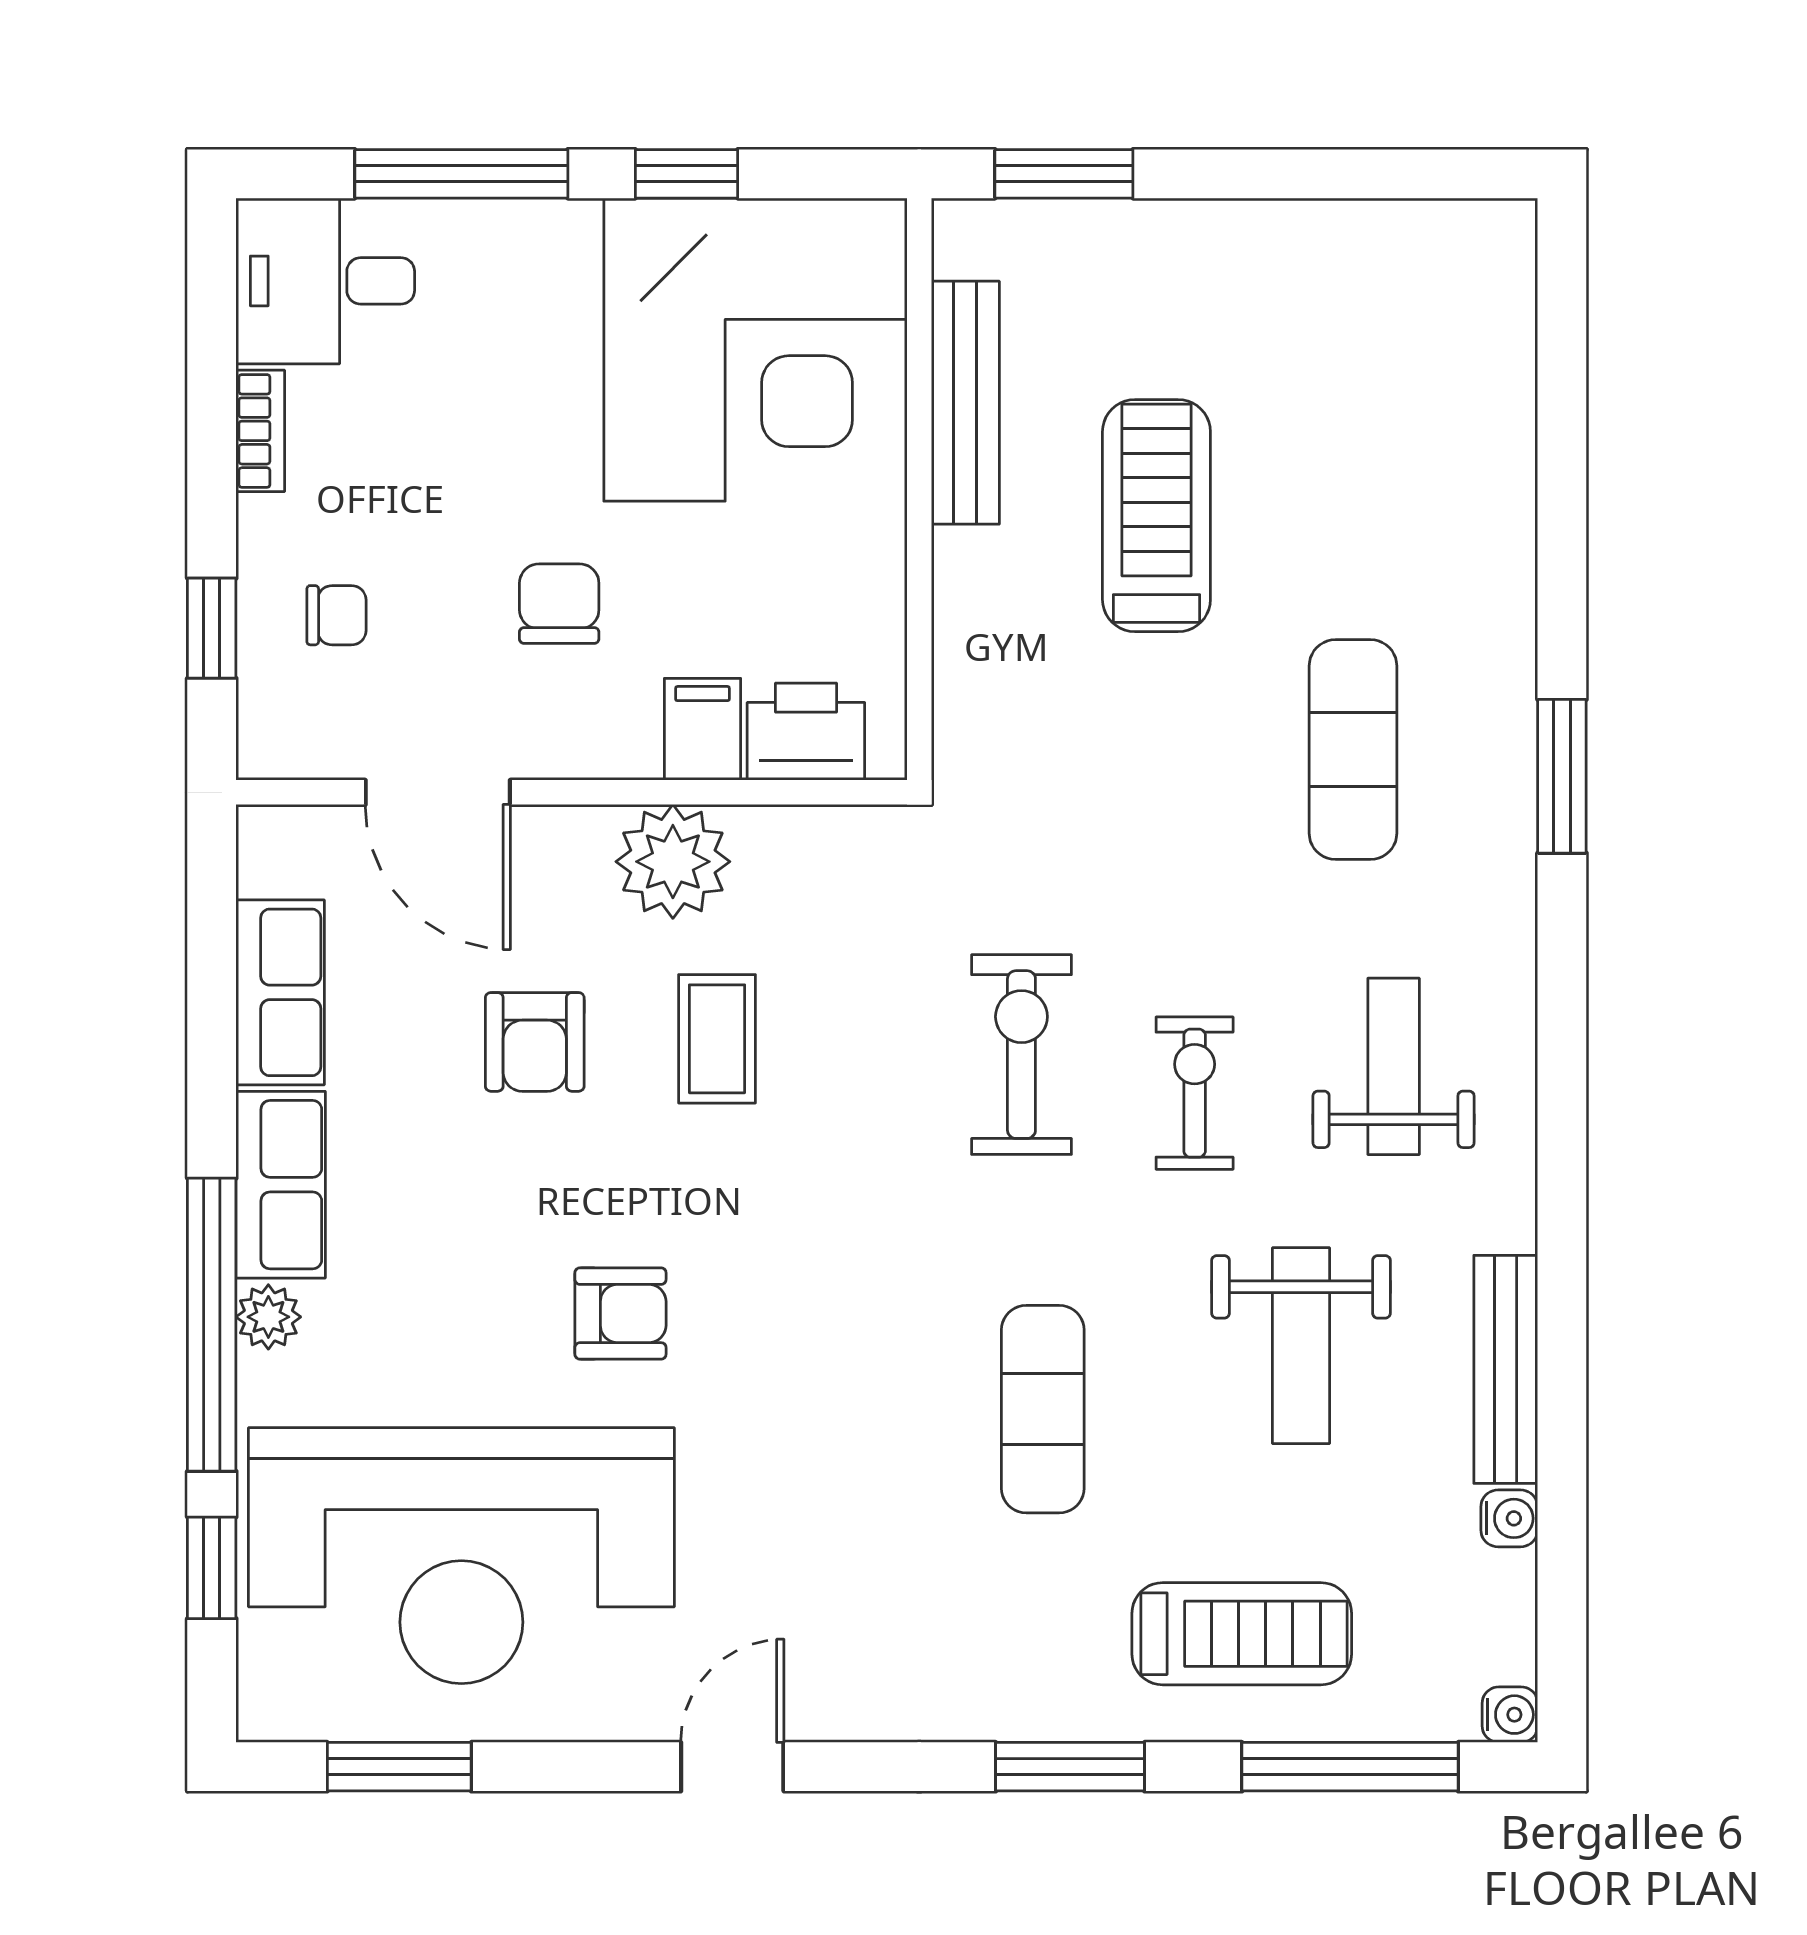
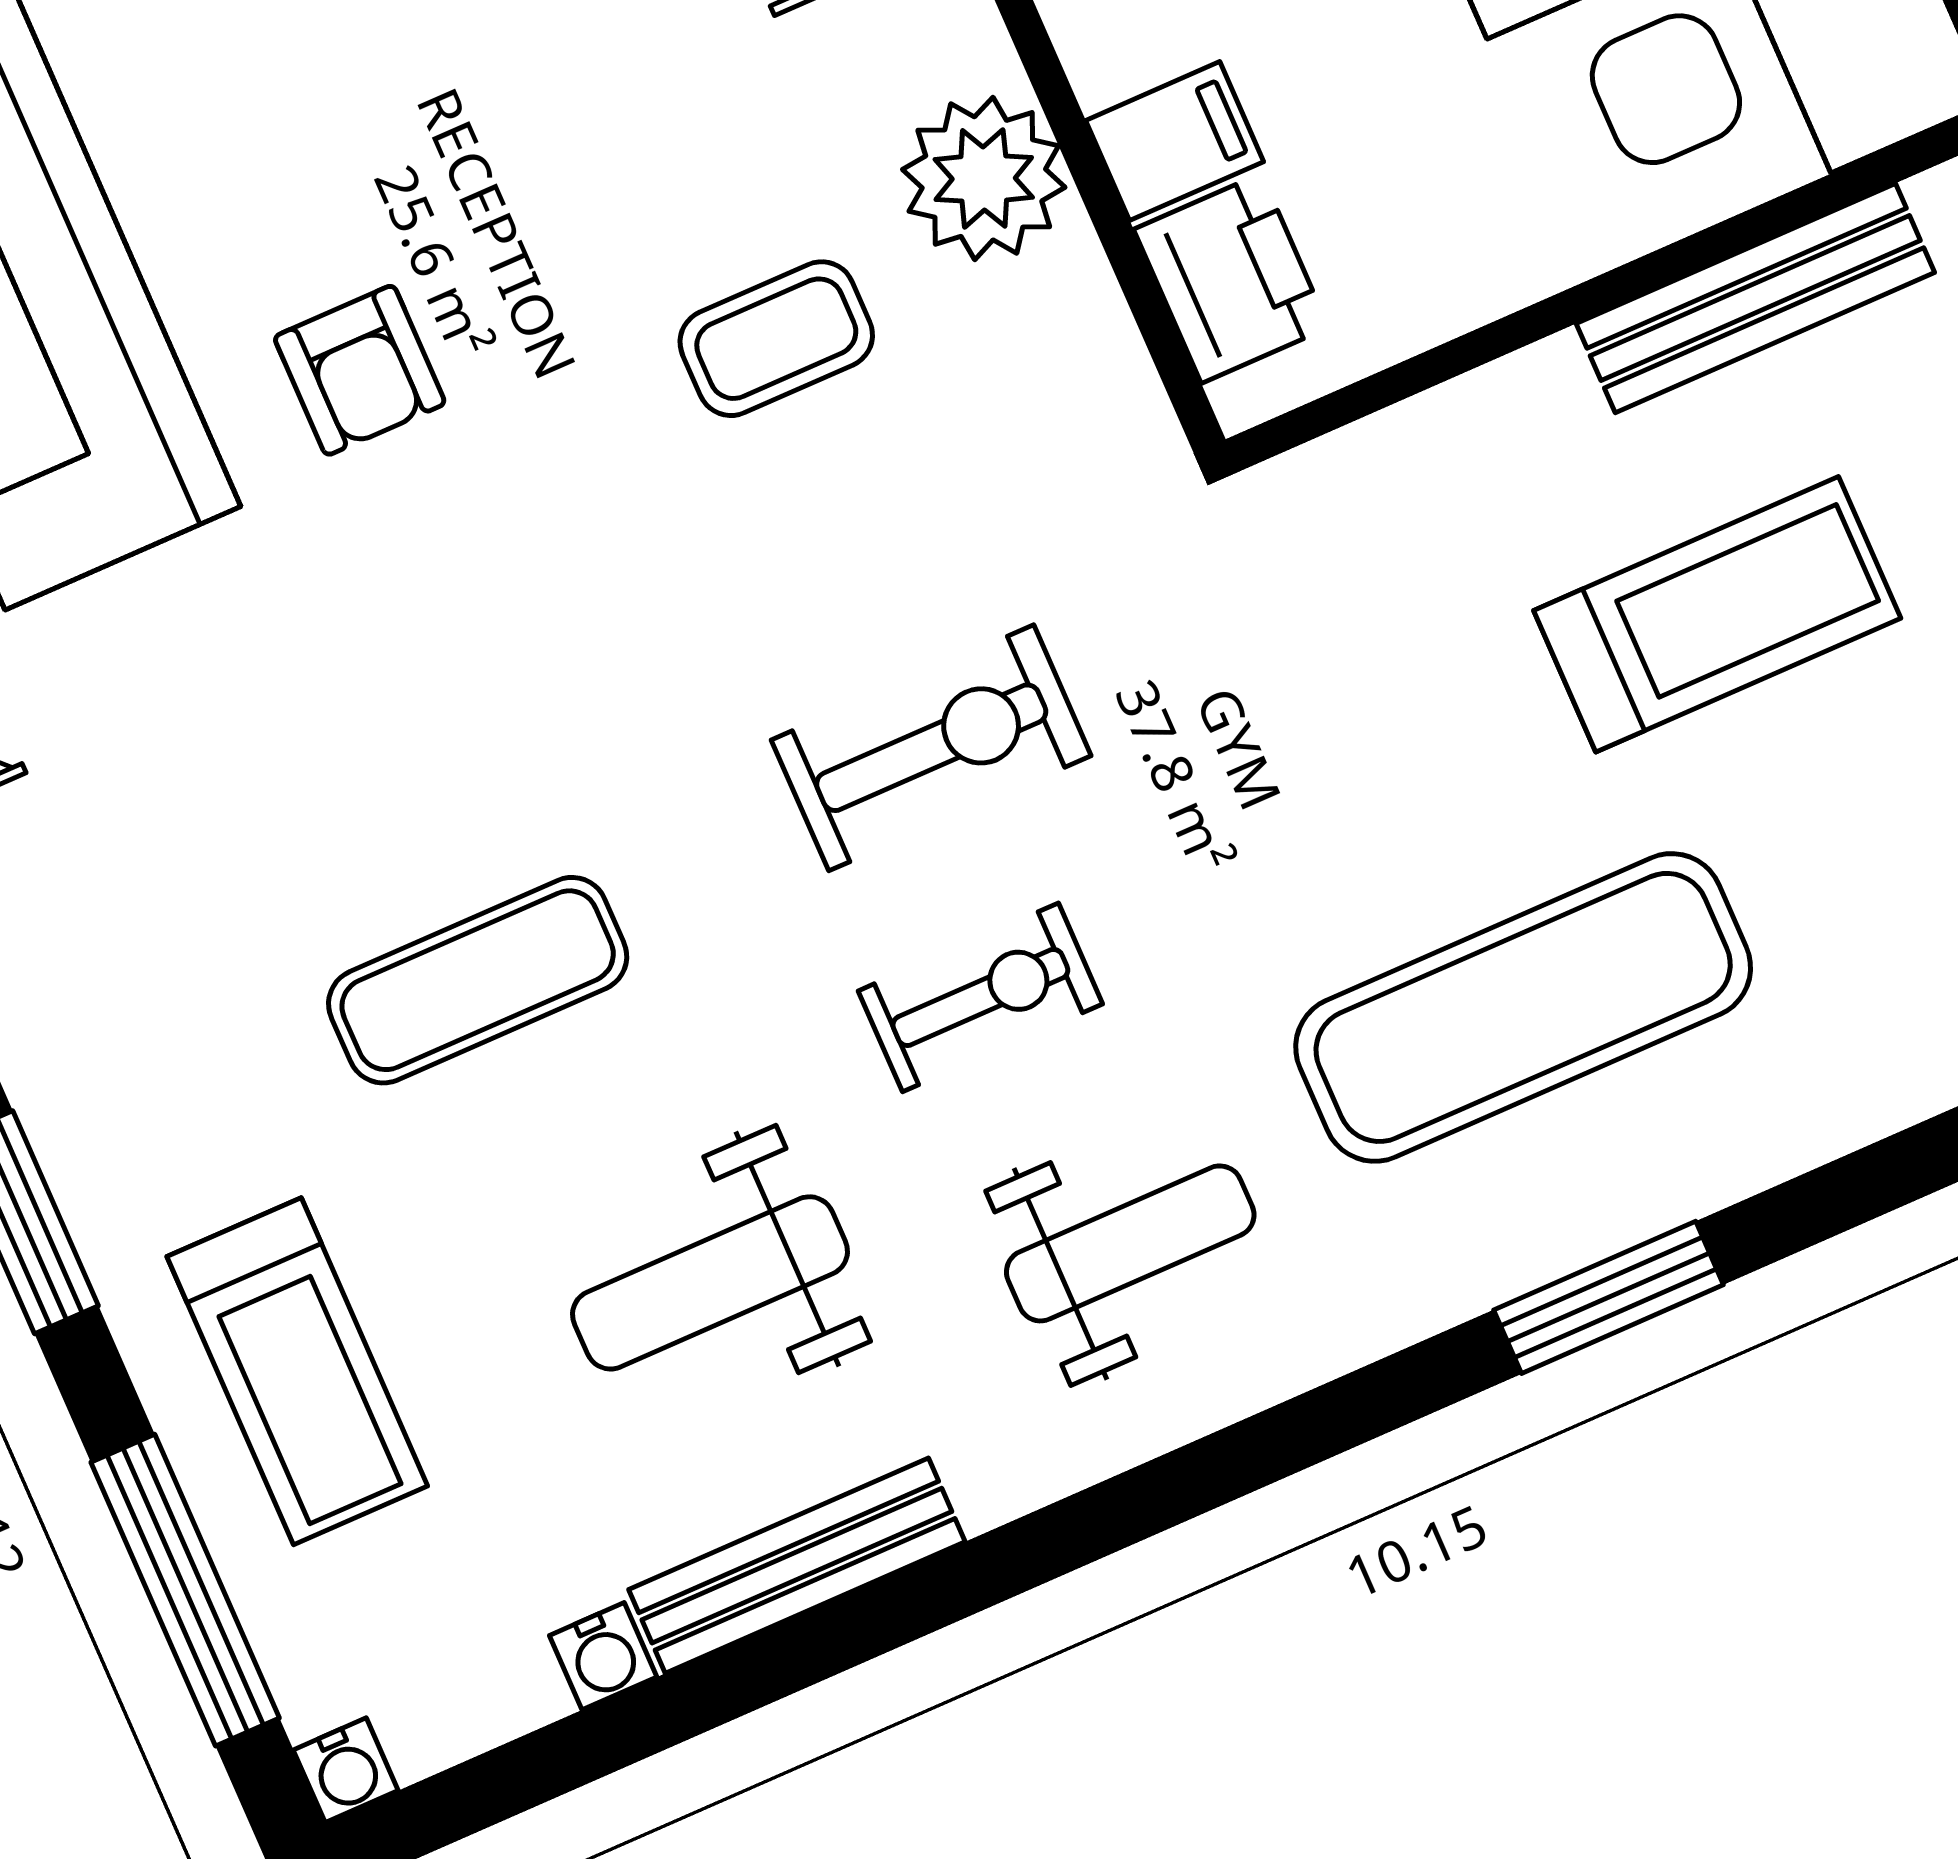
exercise mat: (1353, 750) -> (1523, 1007), width x1.36, depth x1.45
armchair: (535, 1042) -> (667, 101), removed

